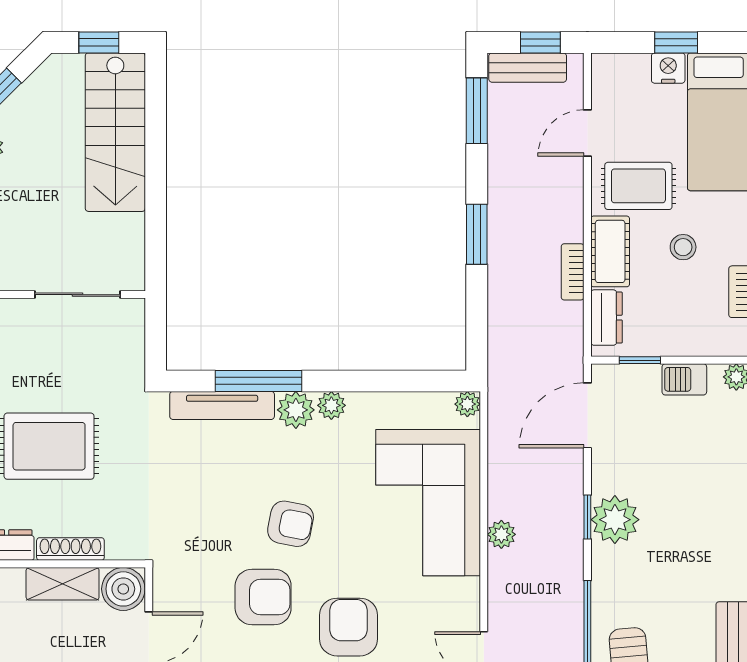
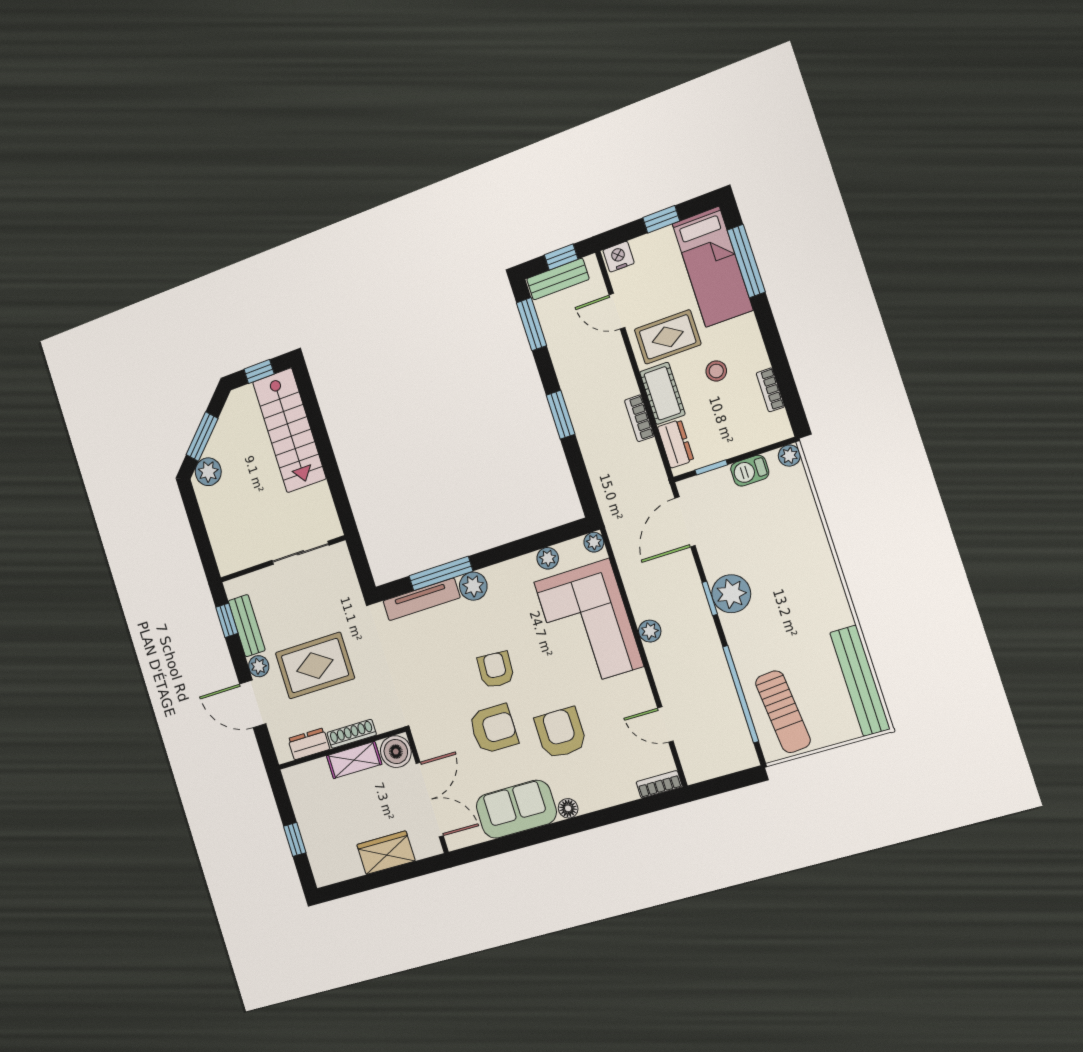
nightstand: (668, 68) -> (619, 257), moved
door: (587, 133) -> (617, 311), hinge flipped
plant: (331, 405) -> (548, 558), moved
armchair: (291, 524) -> (496, 670), turned -97

